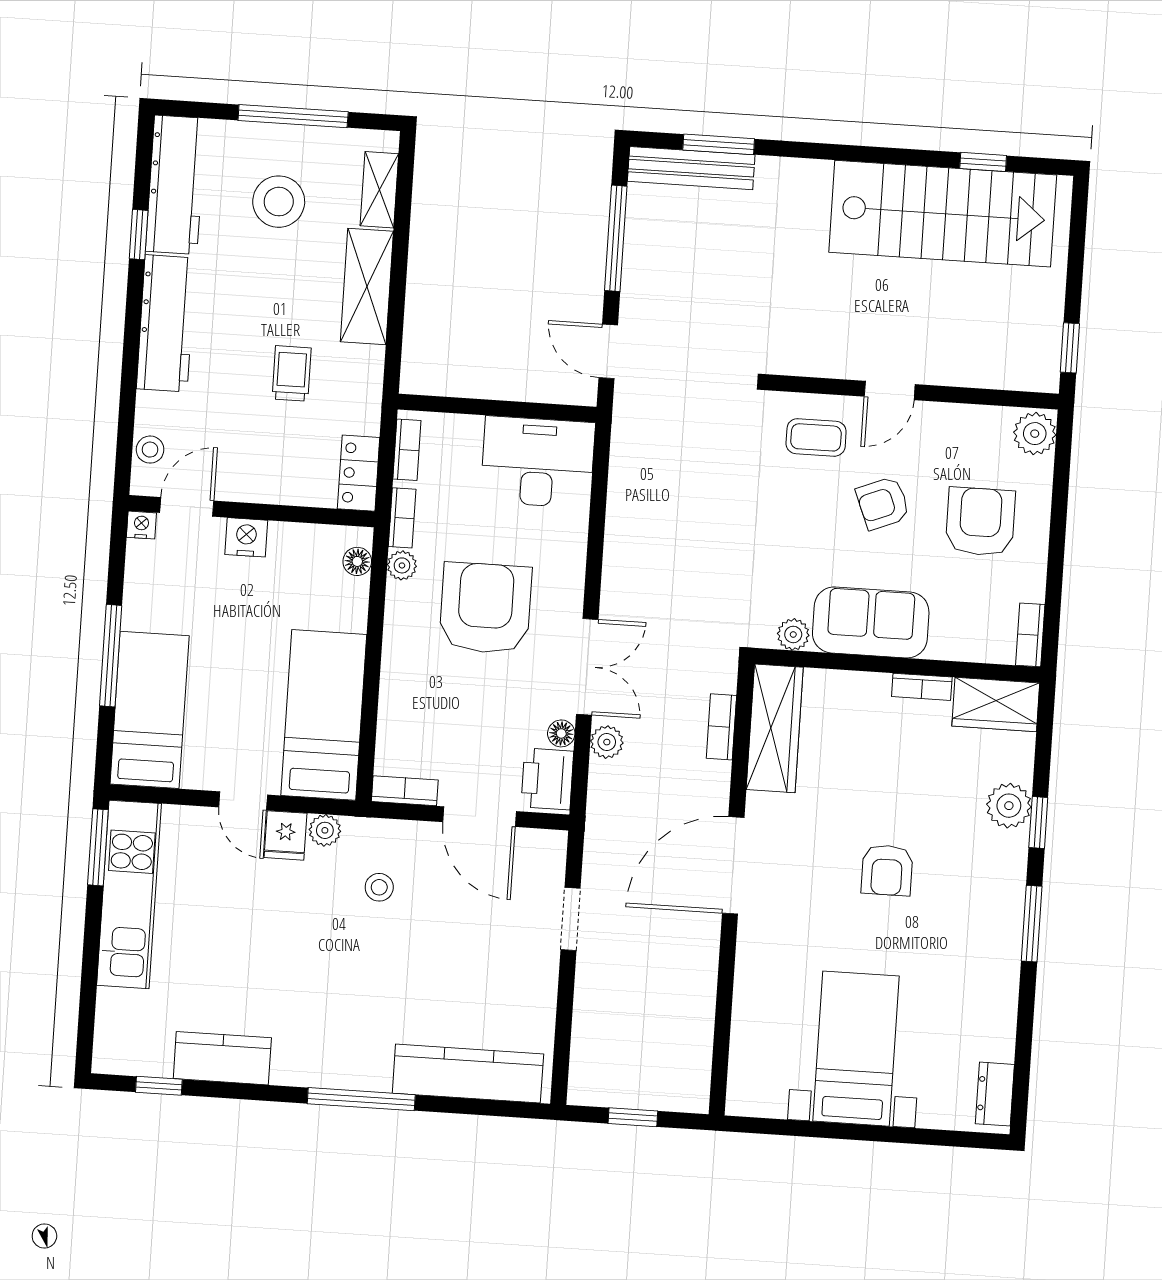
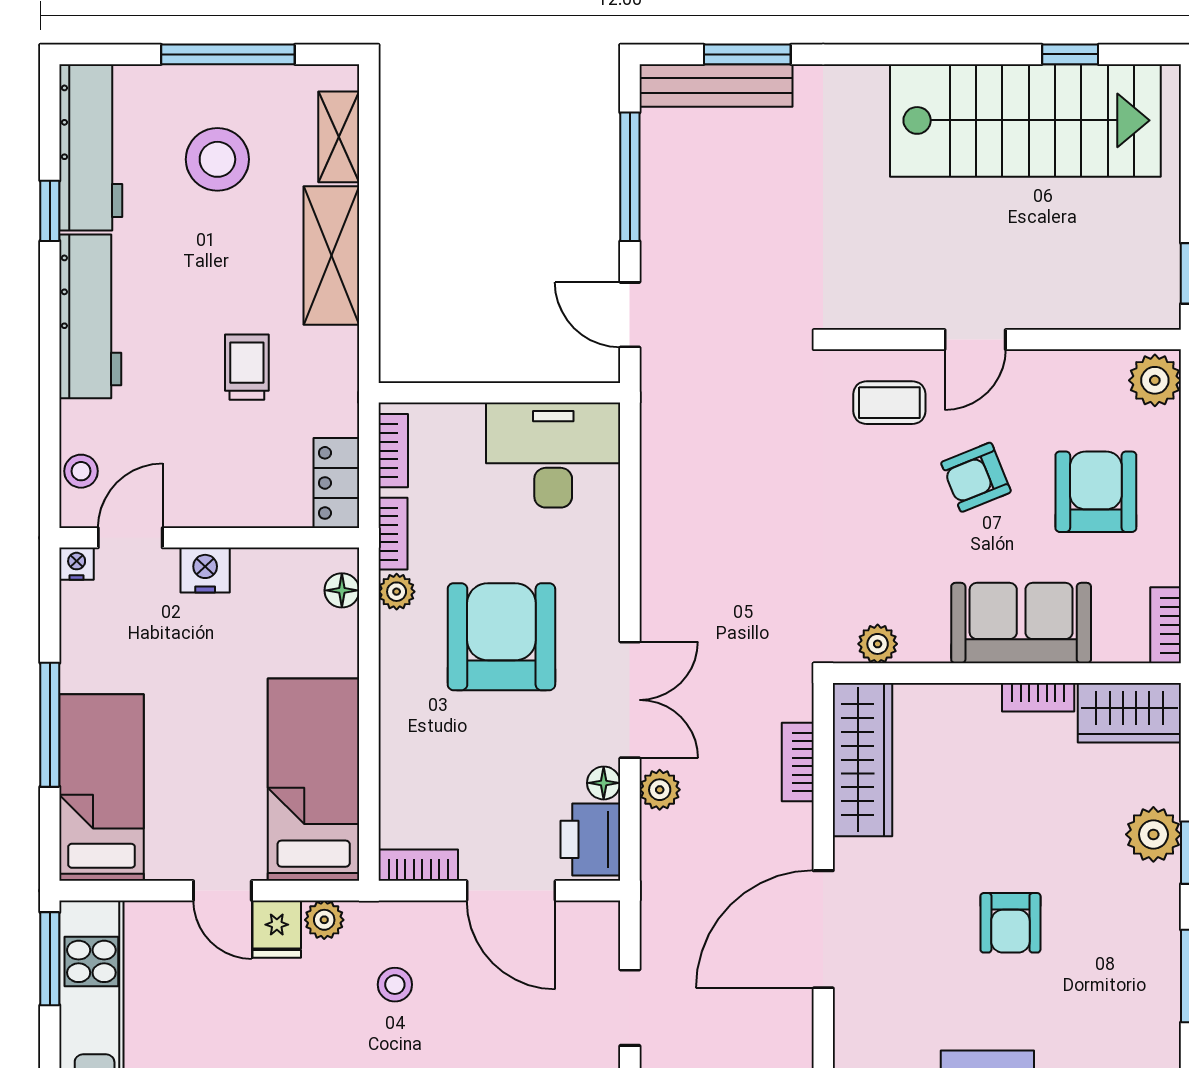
sofa: (871, 622) -> (1021, 623), moved

